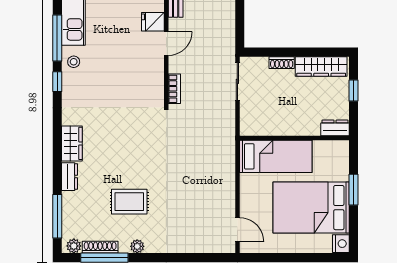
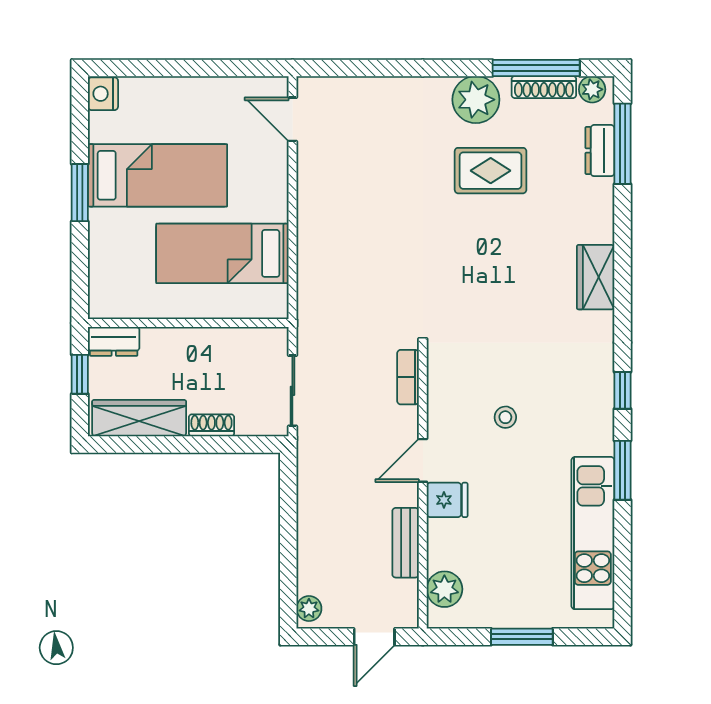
window: (57, 38) -> (622, 470), width x0.69
stool: (74, 62) -> (505, 417), moved
dresser: (335, 128) -> (114, 341), moved
wall: (294, 138) -> (188, 323), moved
dresser: (70, 177) -> (600, 151), moved
bed: (311, 208) -> (157, 175), width x0.67
plant: (137, 246) -> (476, 100), width x1.88, depth x1.88

